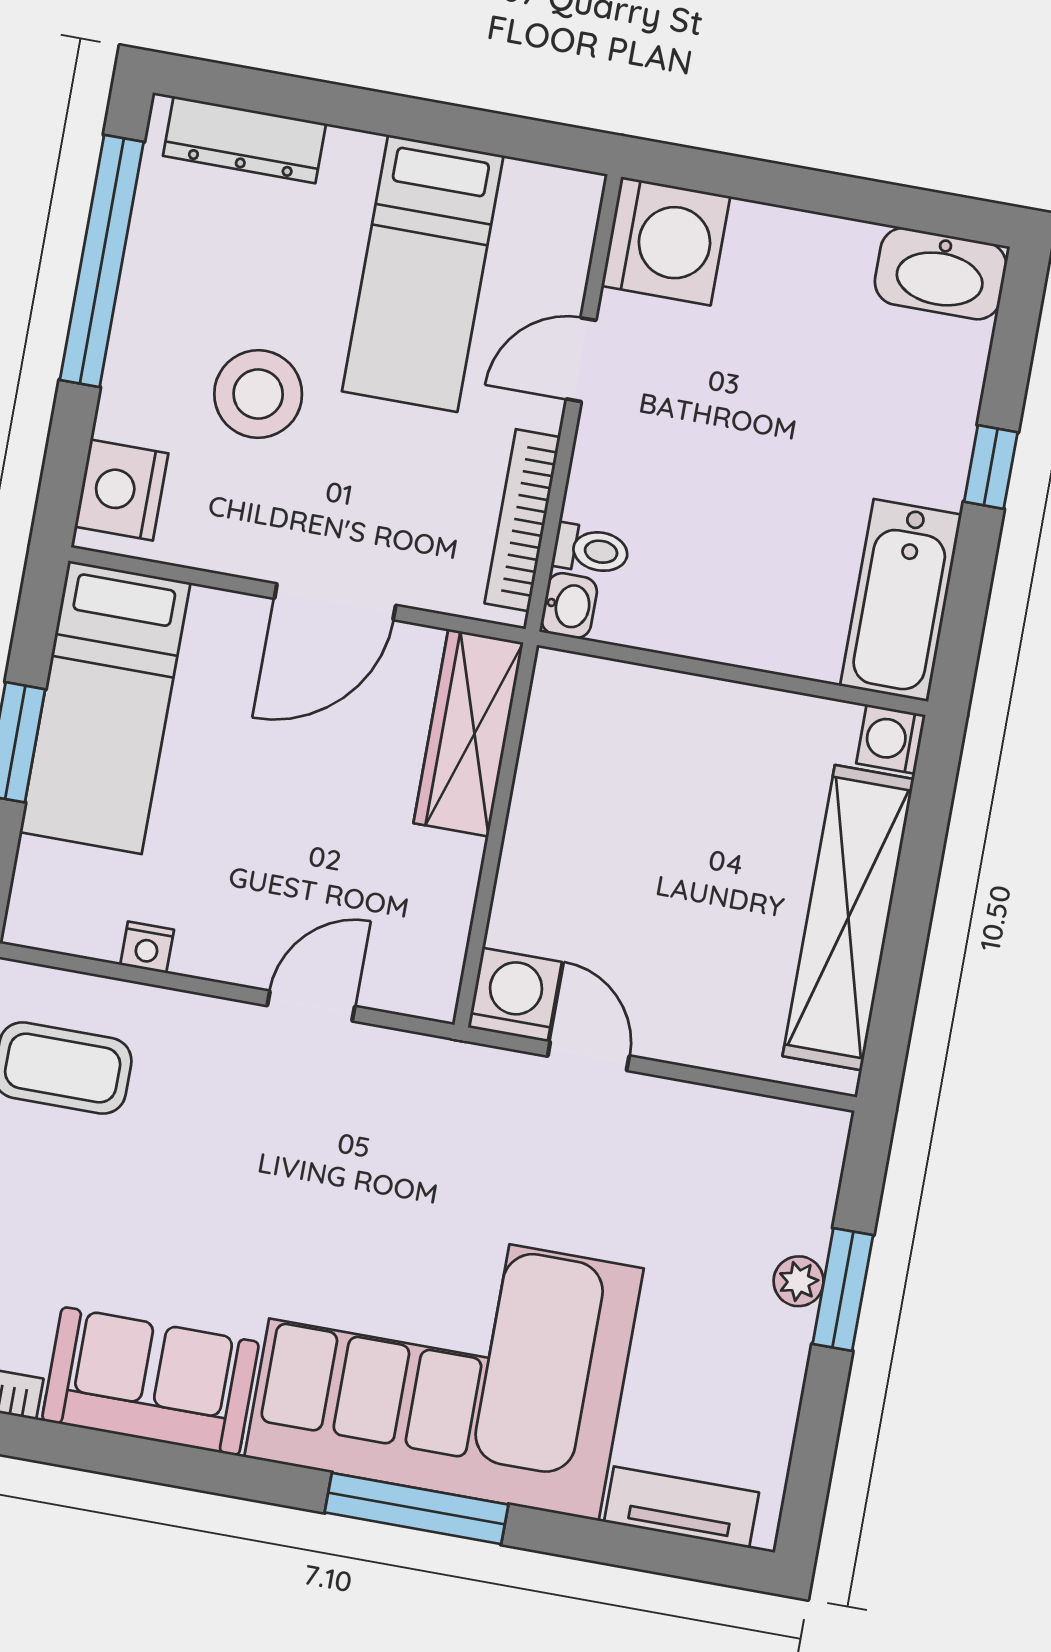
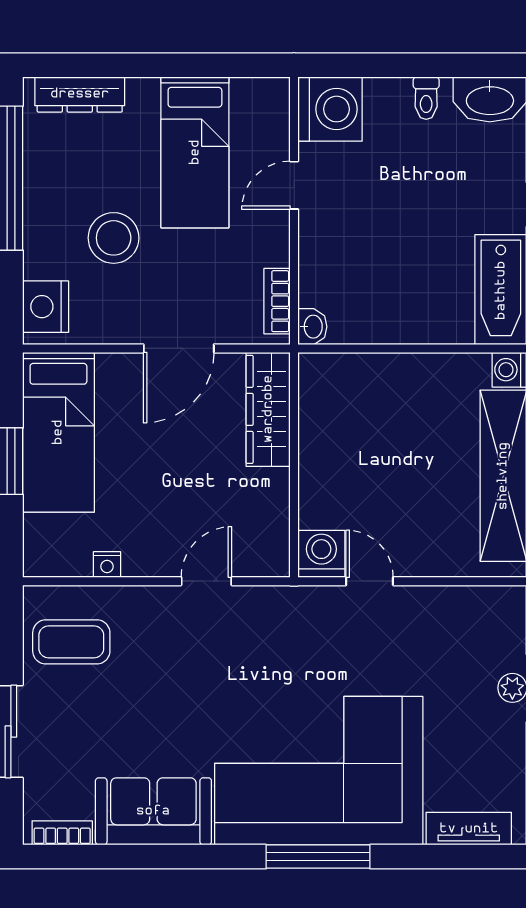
bookcase: (522, 520) -> (277, 301), width x0.64
toilet: (591, 550) -> (426, 98), moved, turned 90

